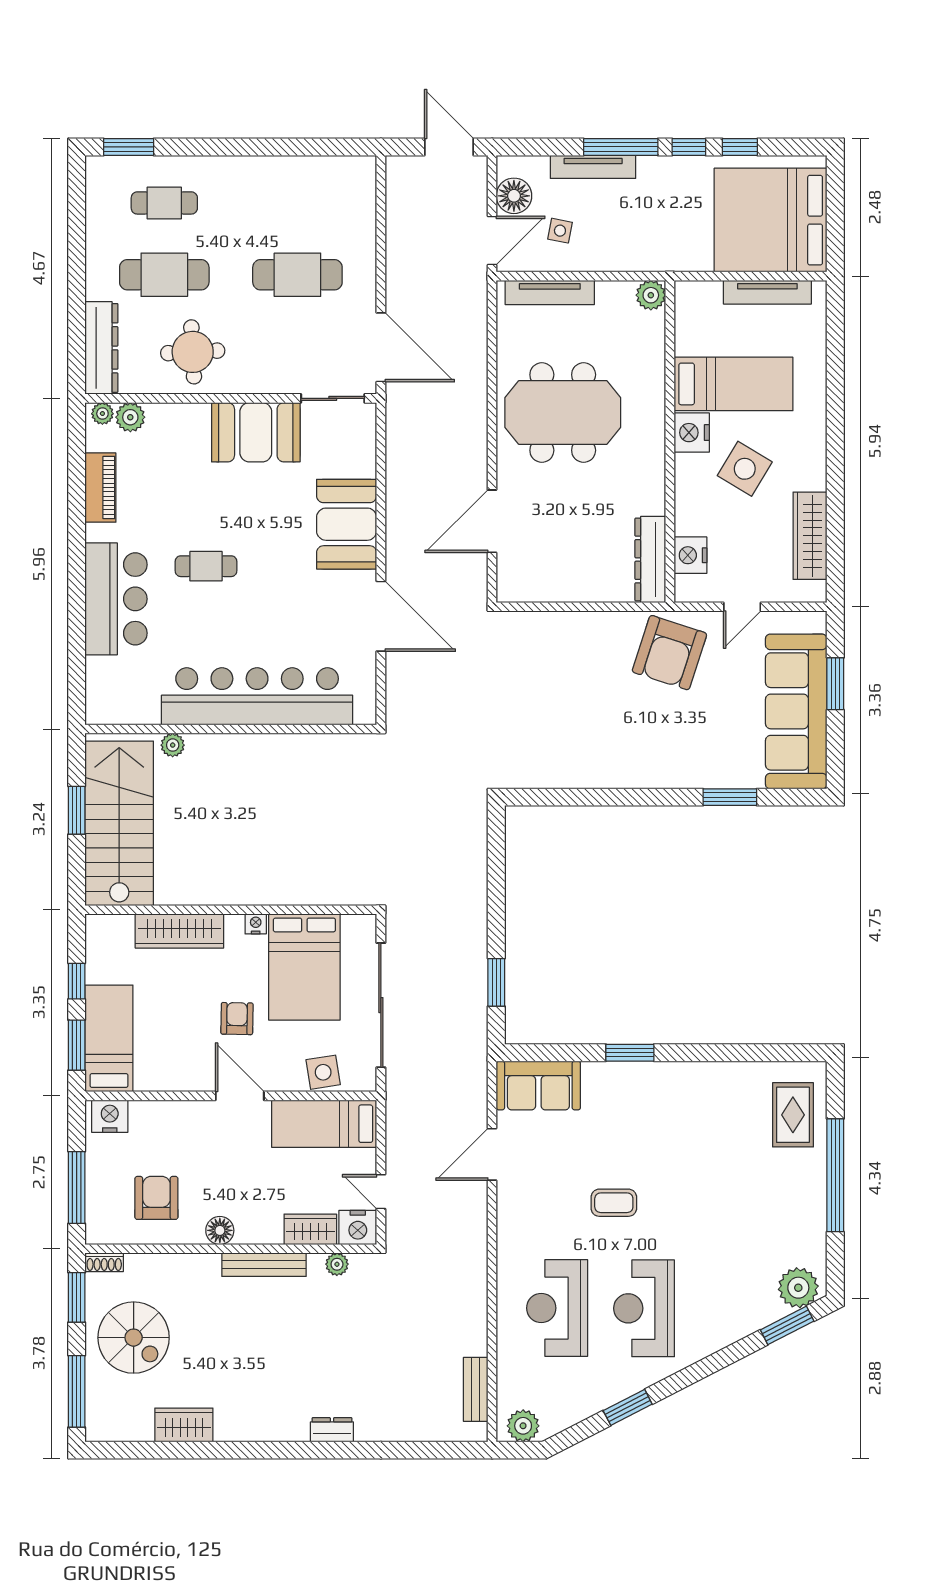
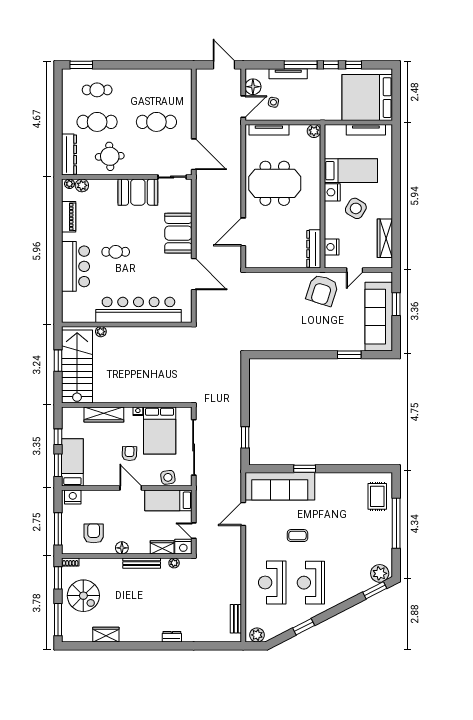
sofa: (538, 1085) -> (280, 486), width x1.85, depth x1.27

